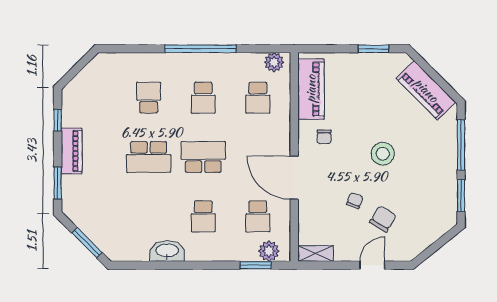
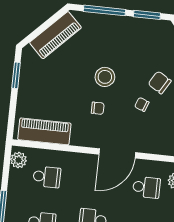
chair: (324, 137) -> (98, 108), moved

